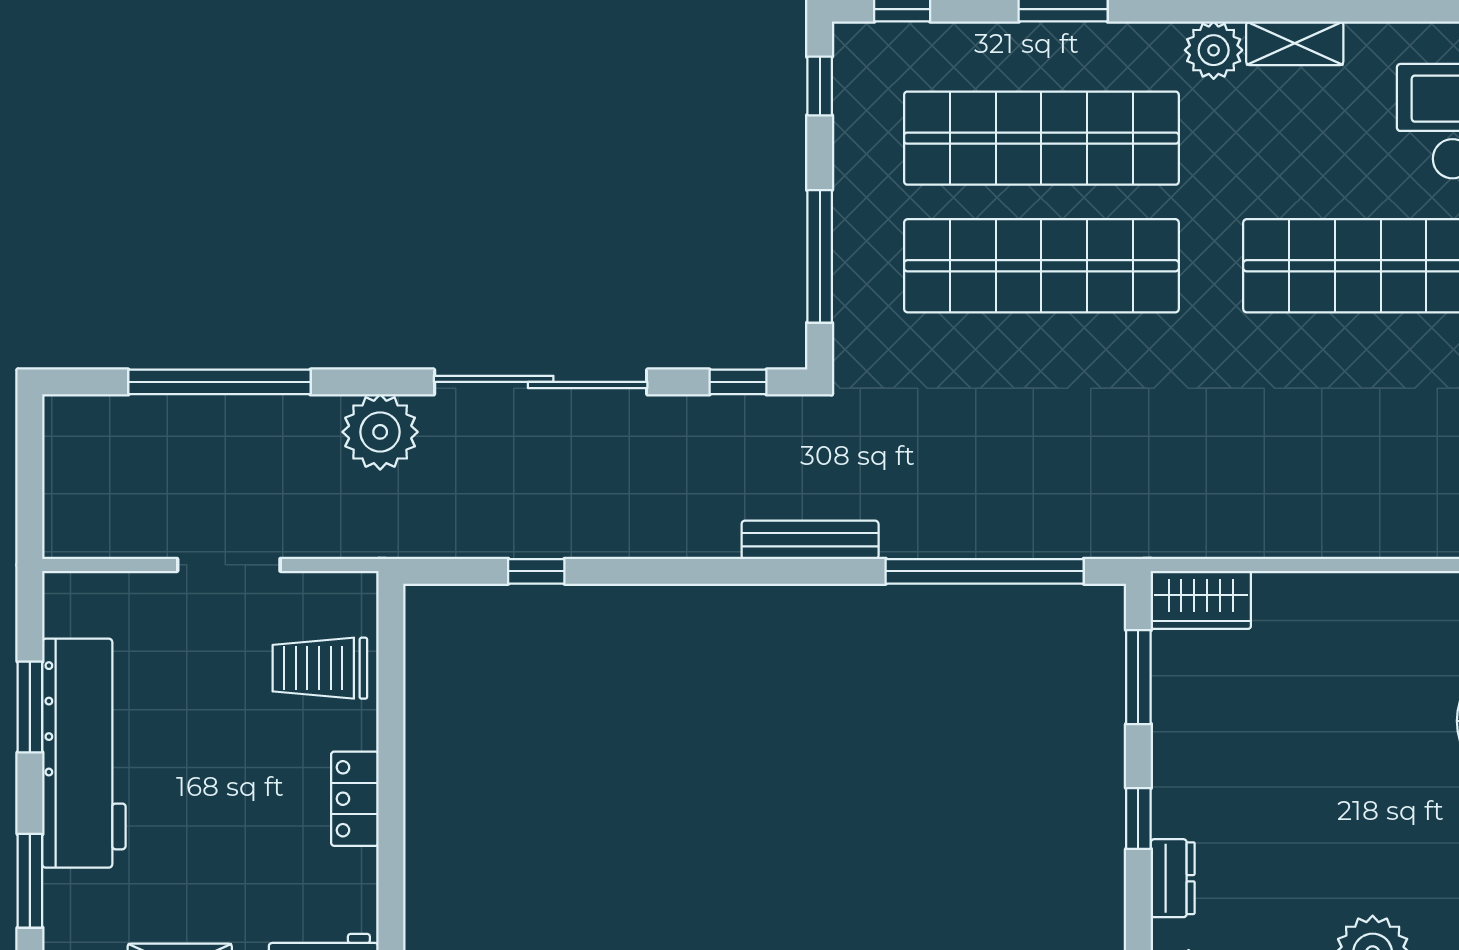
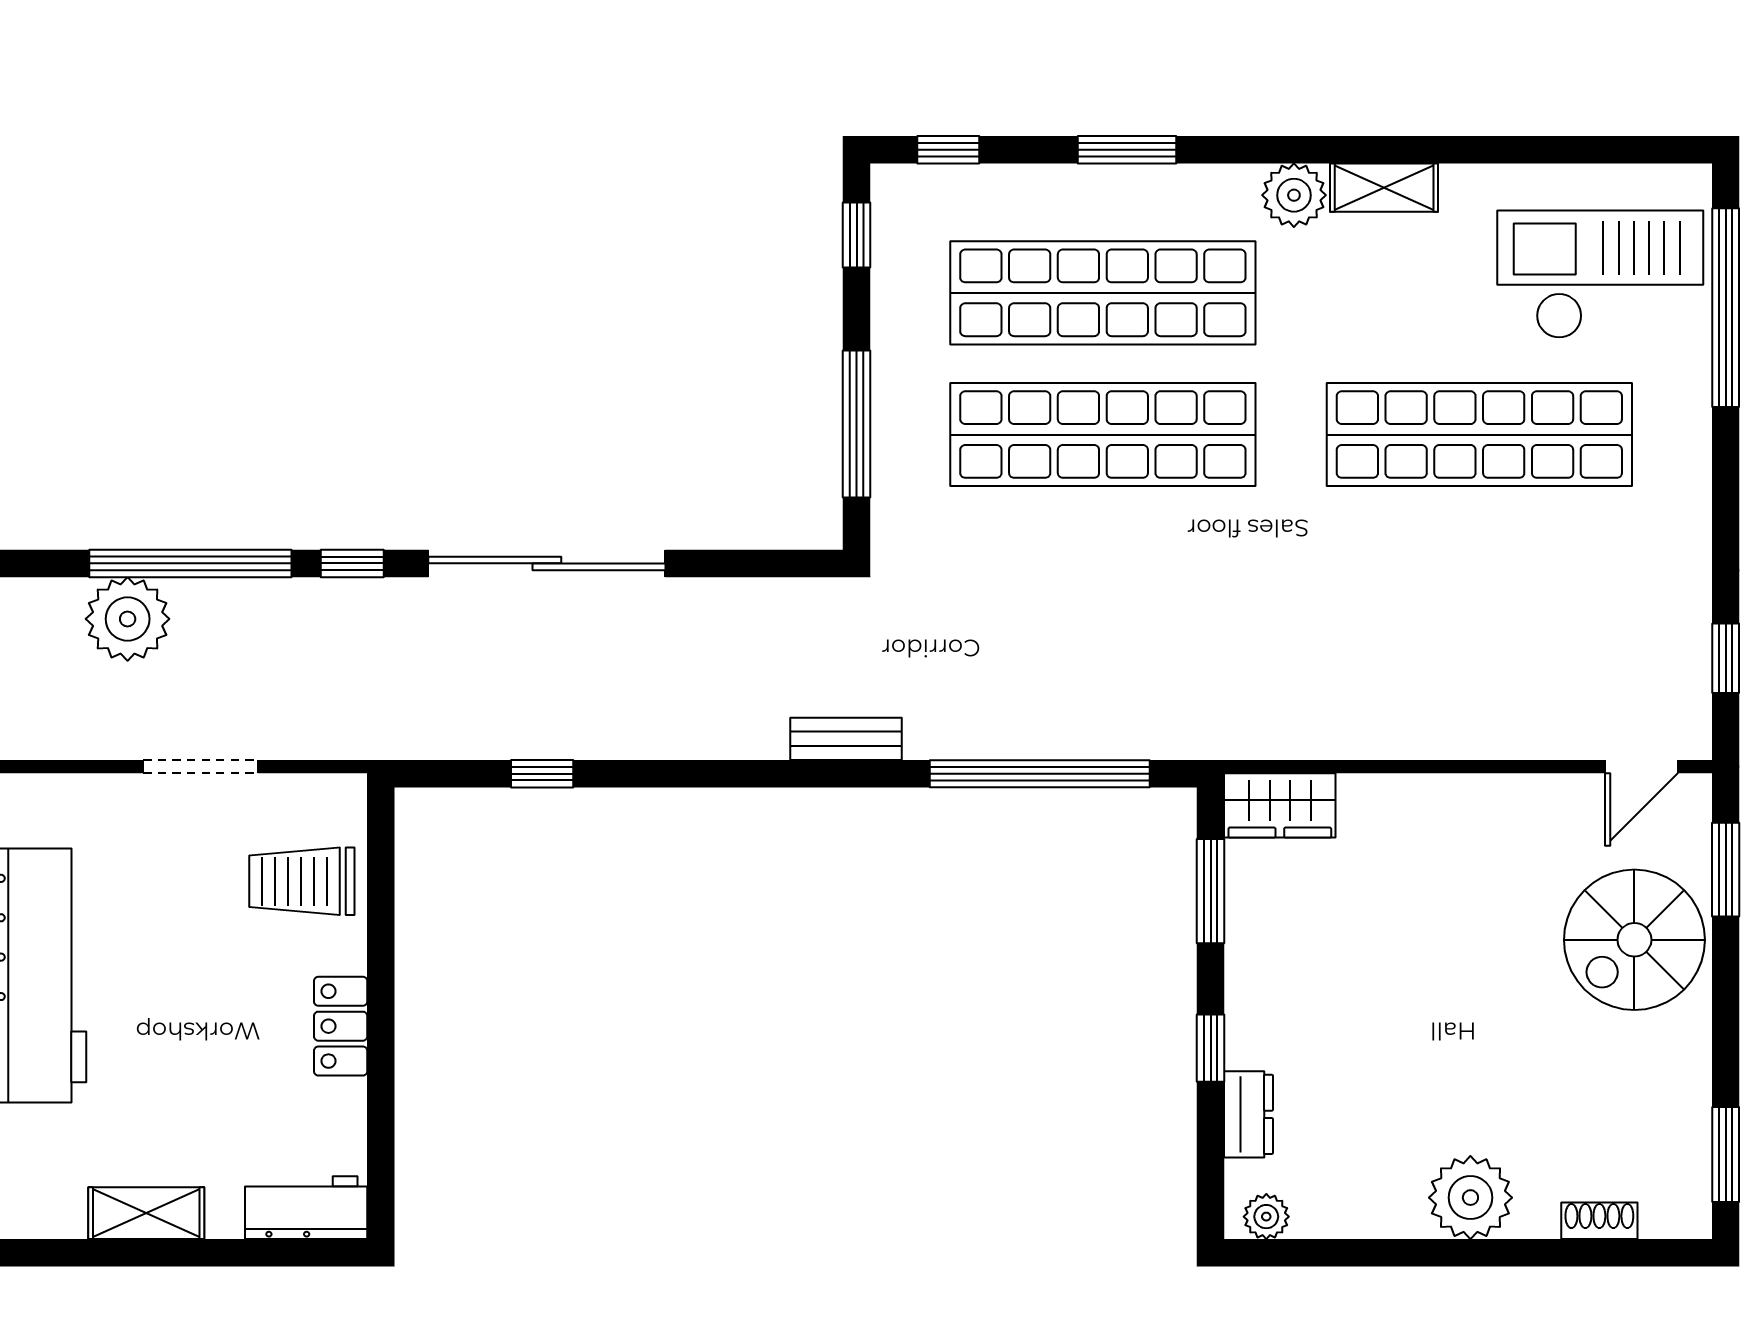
window: (738, 382) -> (352, 563), moved
plant: (380, 432) -> (128, 619), moved
bench: (810, 540) -> (846, 739), width x0.73

